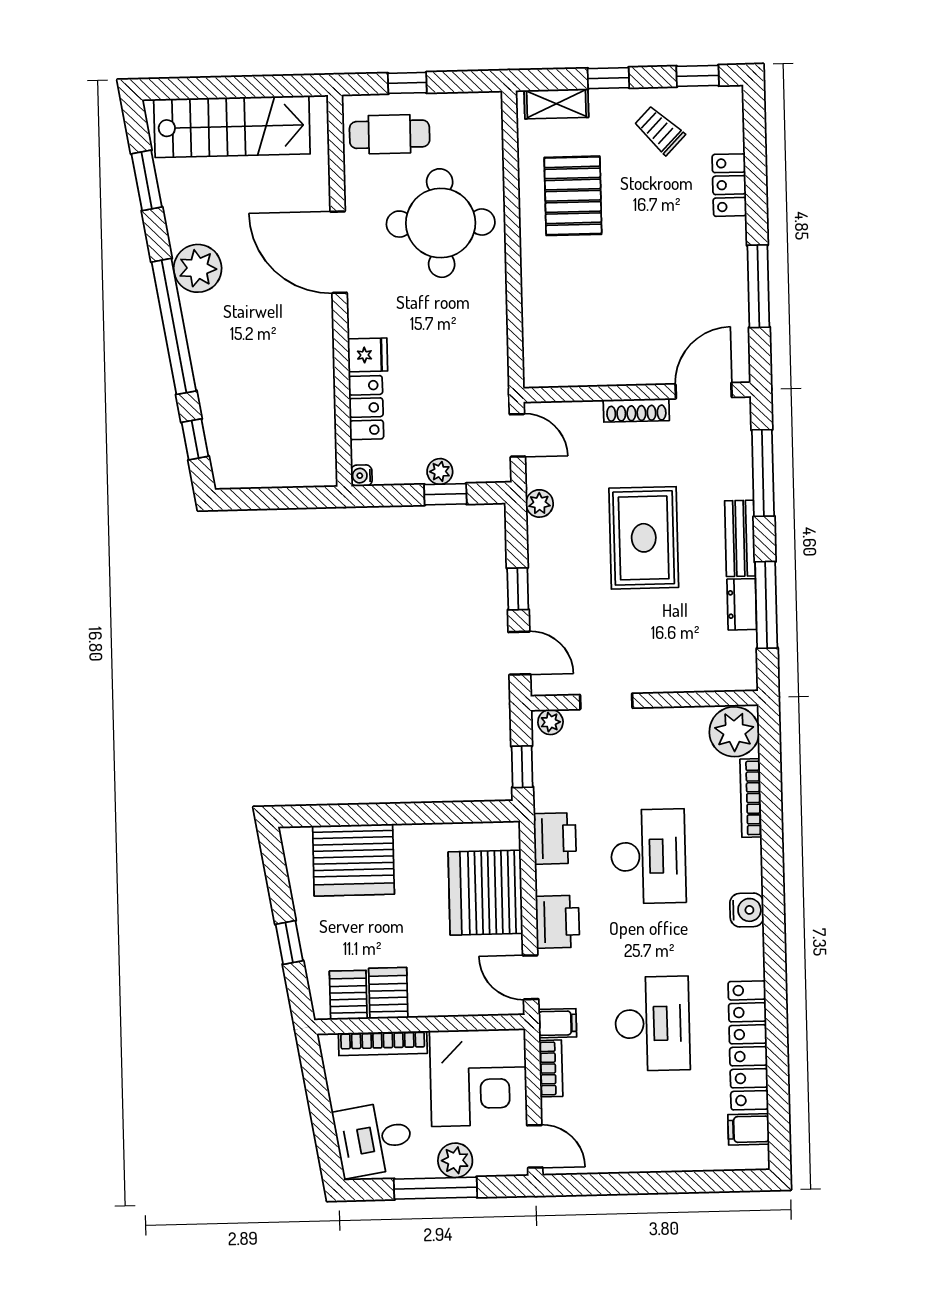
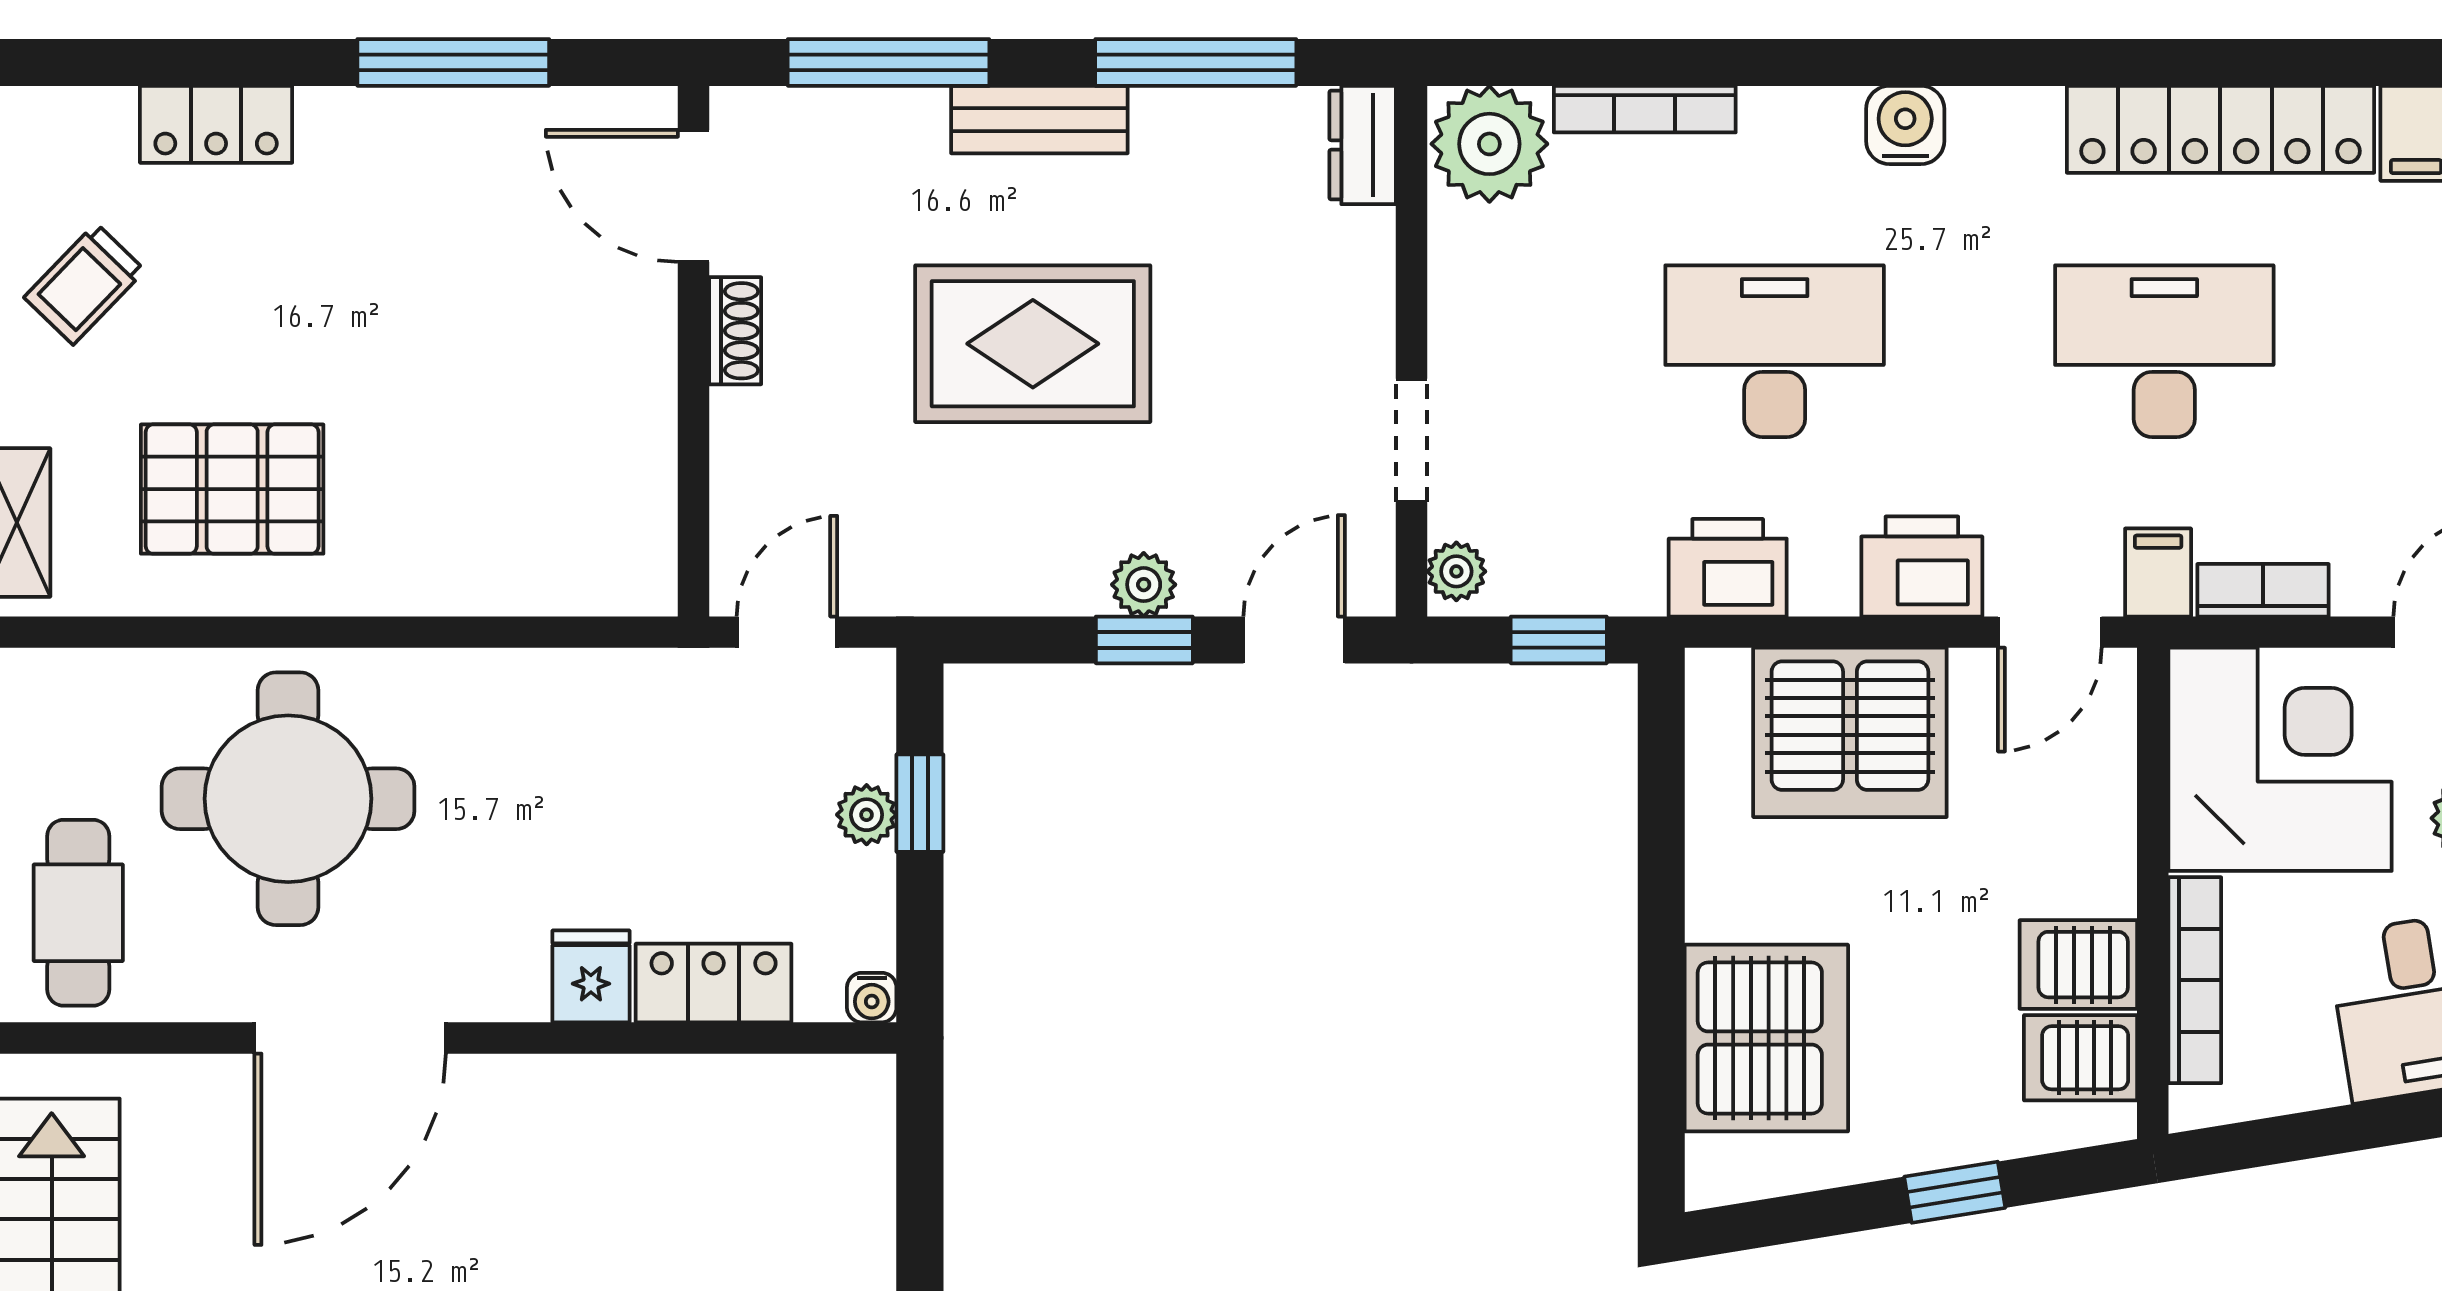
shoe rack: (636, 410) -> (735, 331), width x0.70
plant: (539, 503) -> (1144, 585), moved
dresser: (742, 604) -> (1363, 145), moved, turned 90

